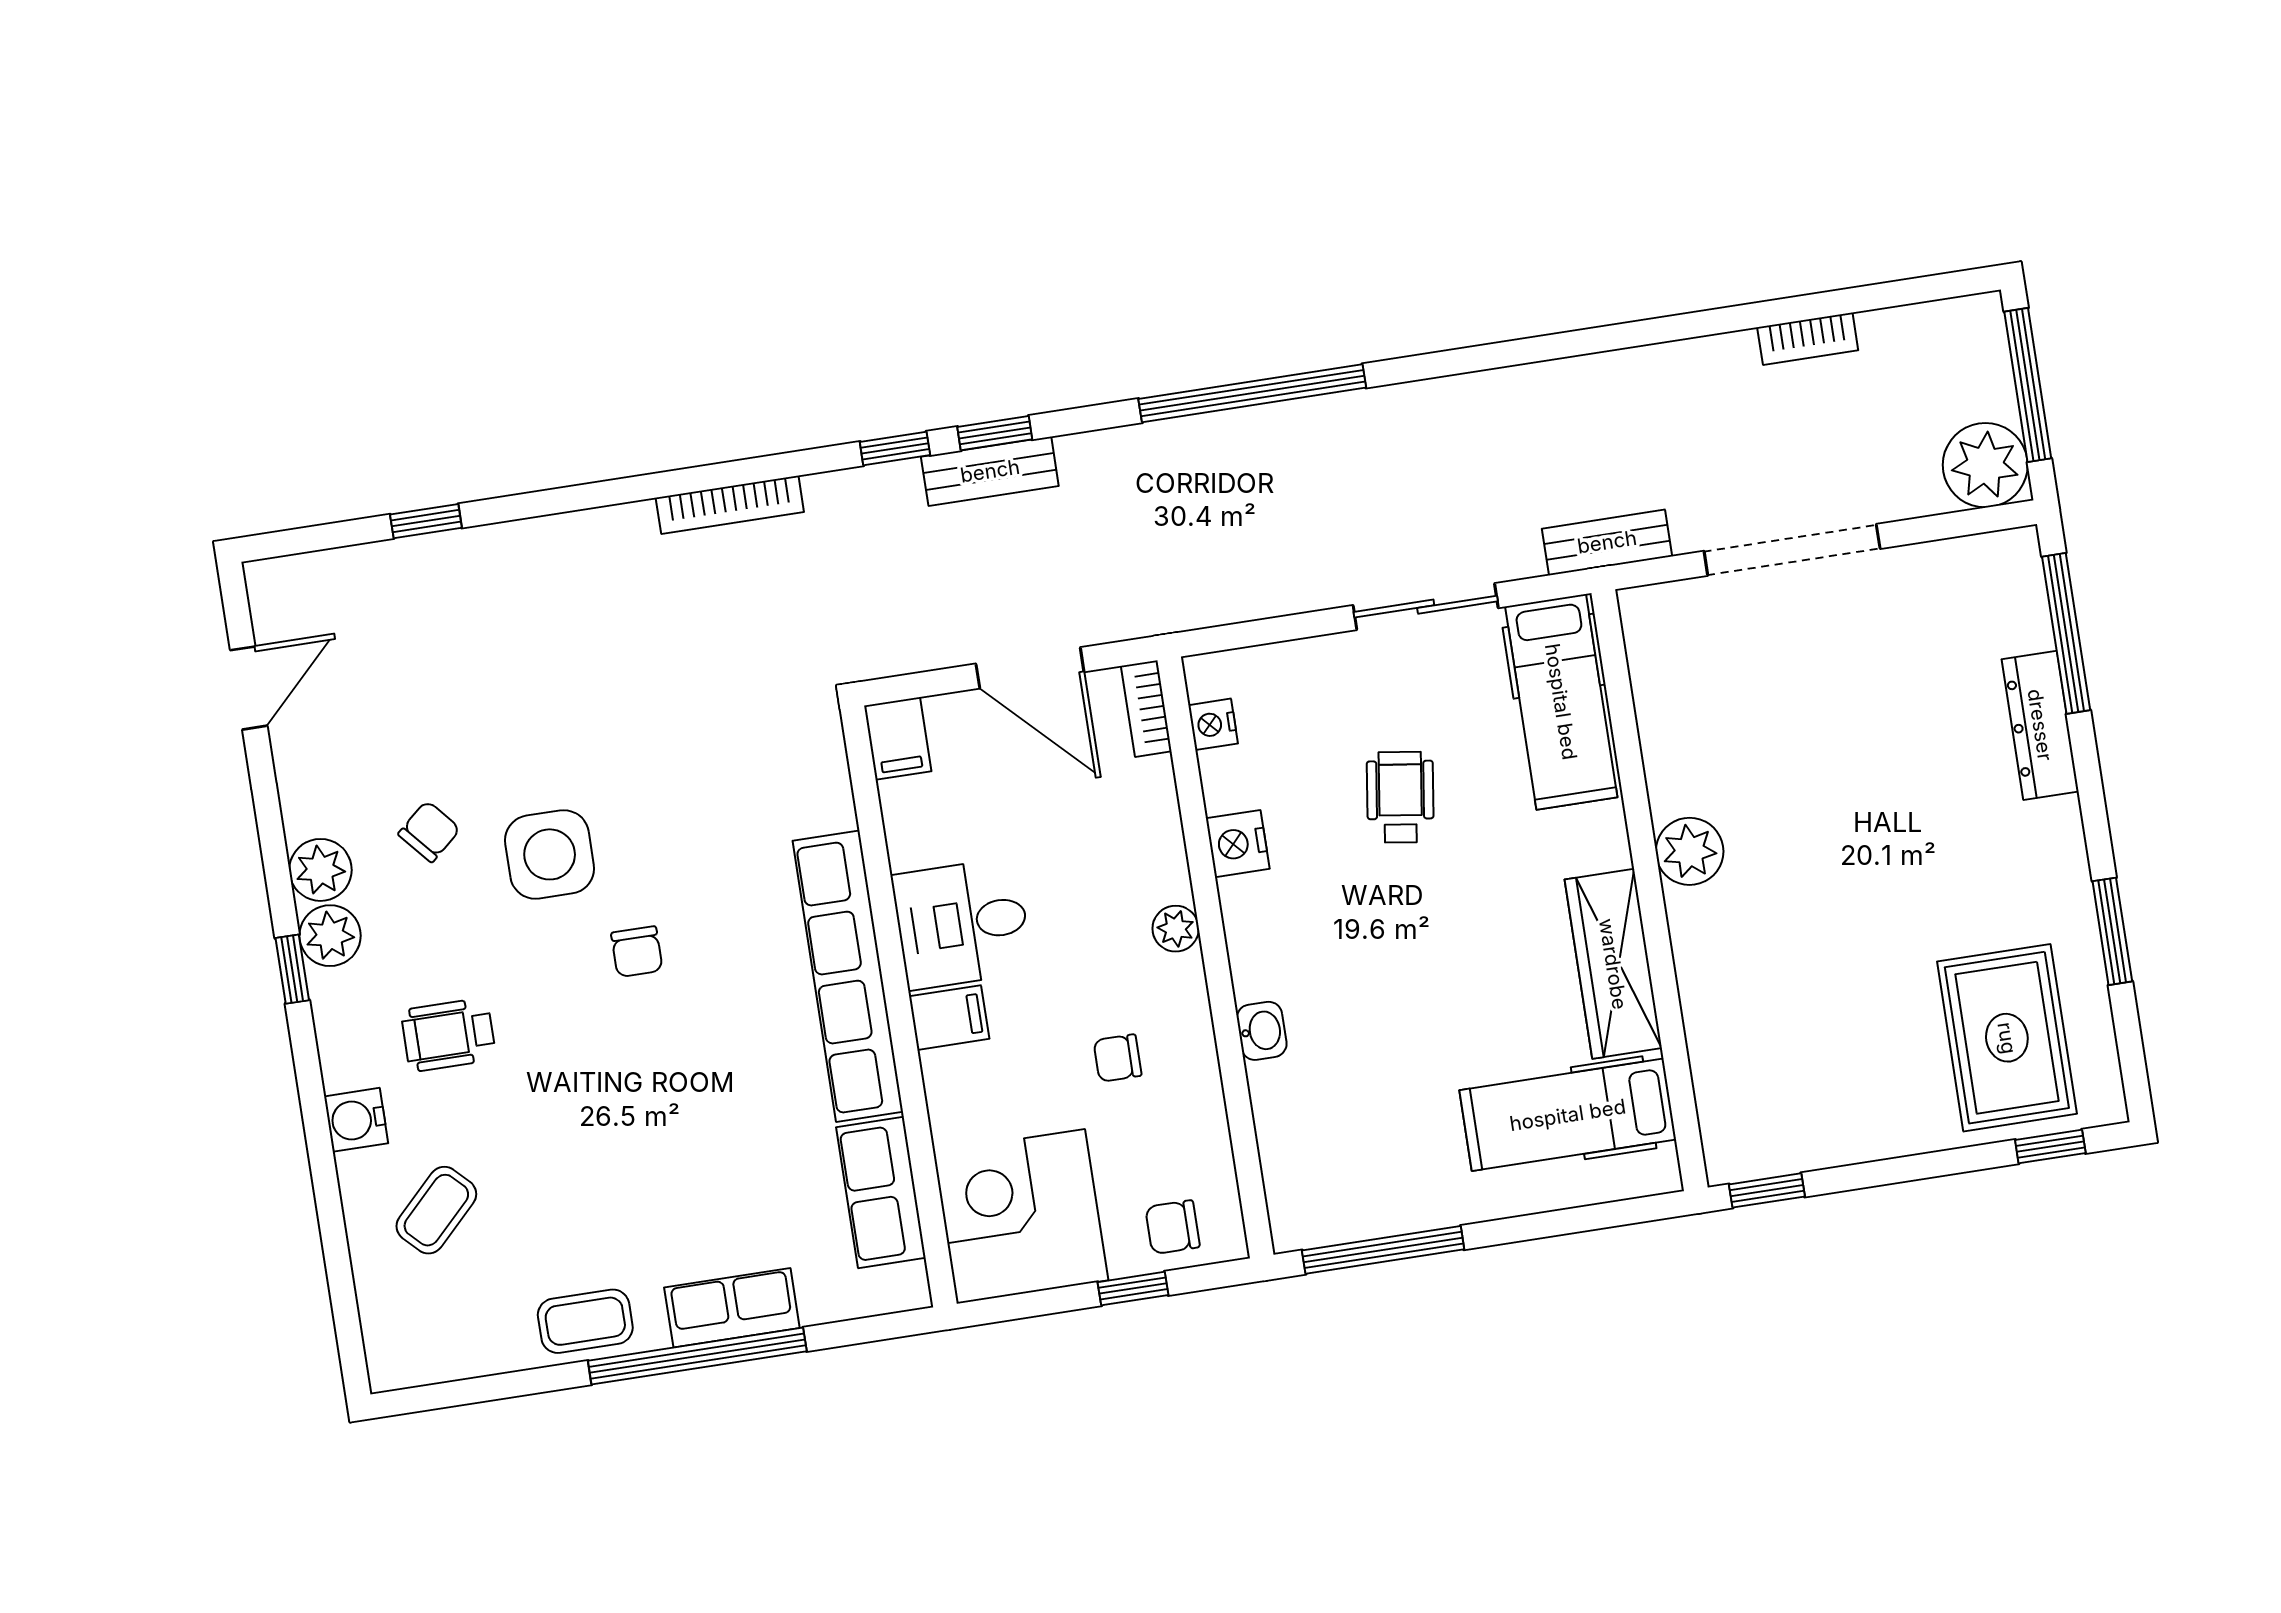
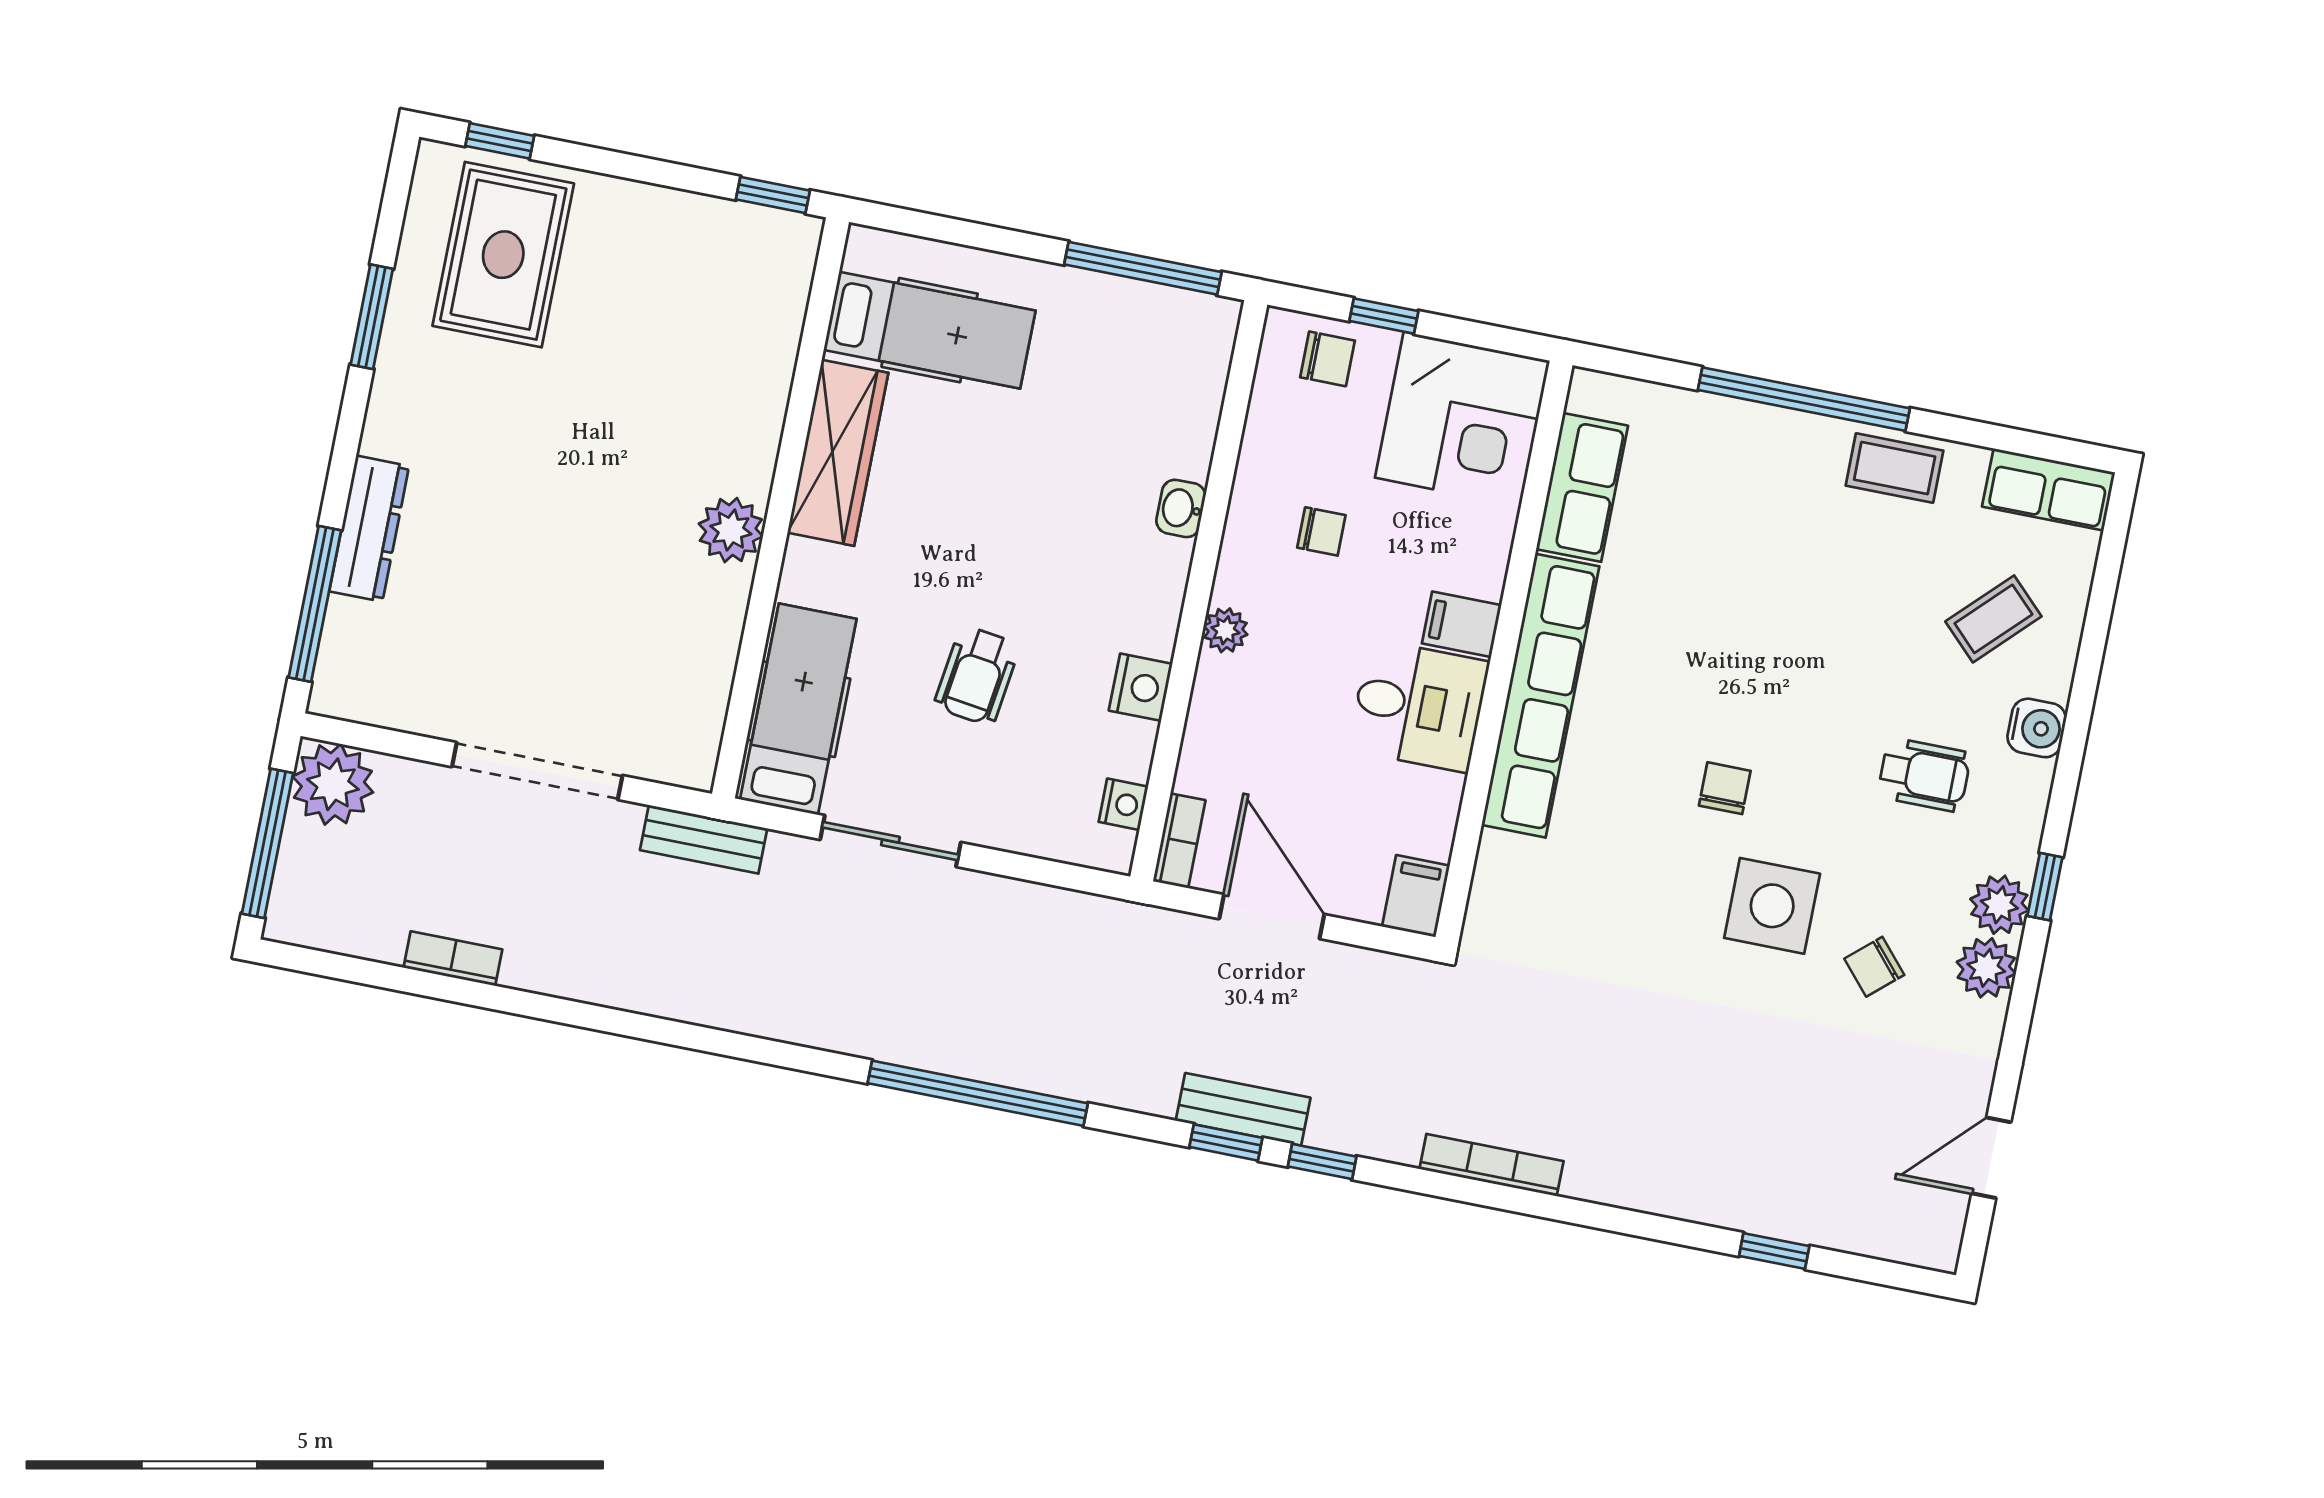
row of seats: (732, 1308) -> (2049, 490), moved

